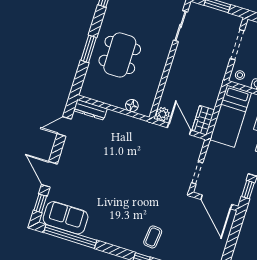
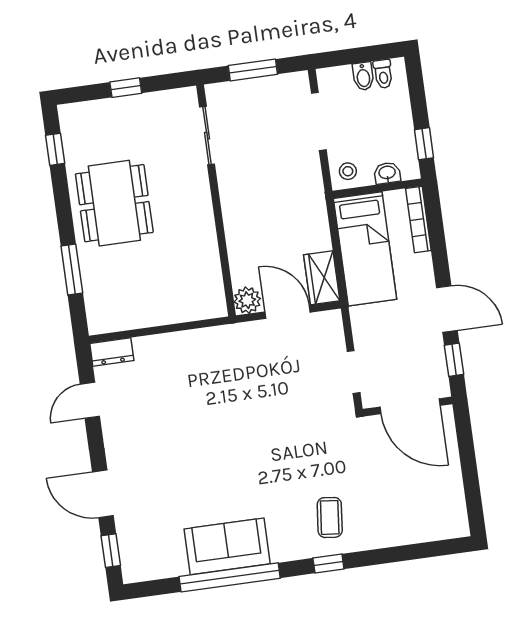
window: (89, 49) -> (72, 269), moved
dining table: (120, 55) -> (114, 203), moved
floor lamp: (132, 106) -> (188, 310), removed
dresser: (90, 110) -> (112, 352), width x0.70
sofa: (66, 218) -> (227, 546), moved
window: (70, 236) -> (230, 577), moved

